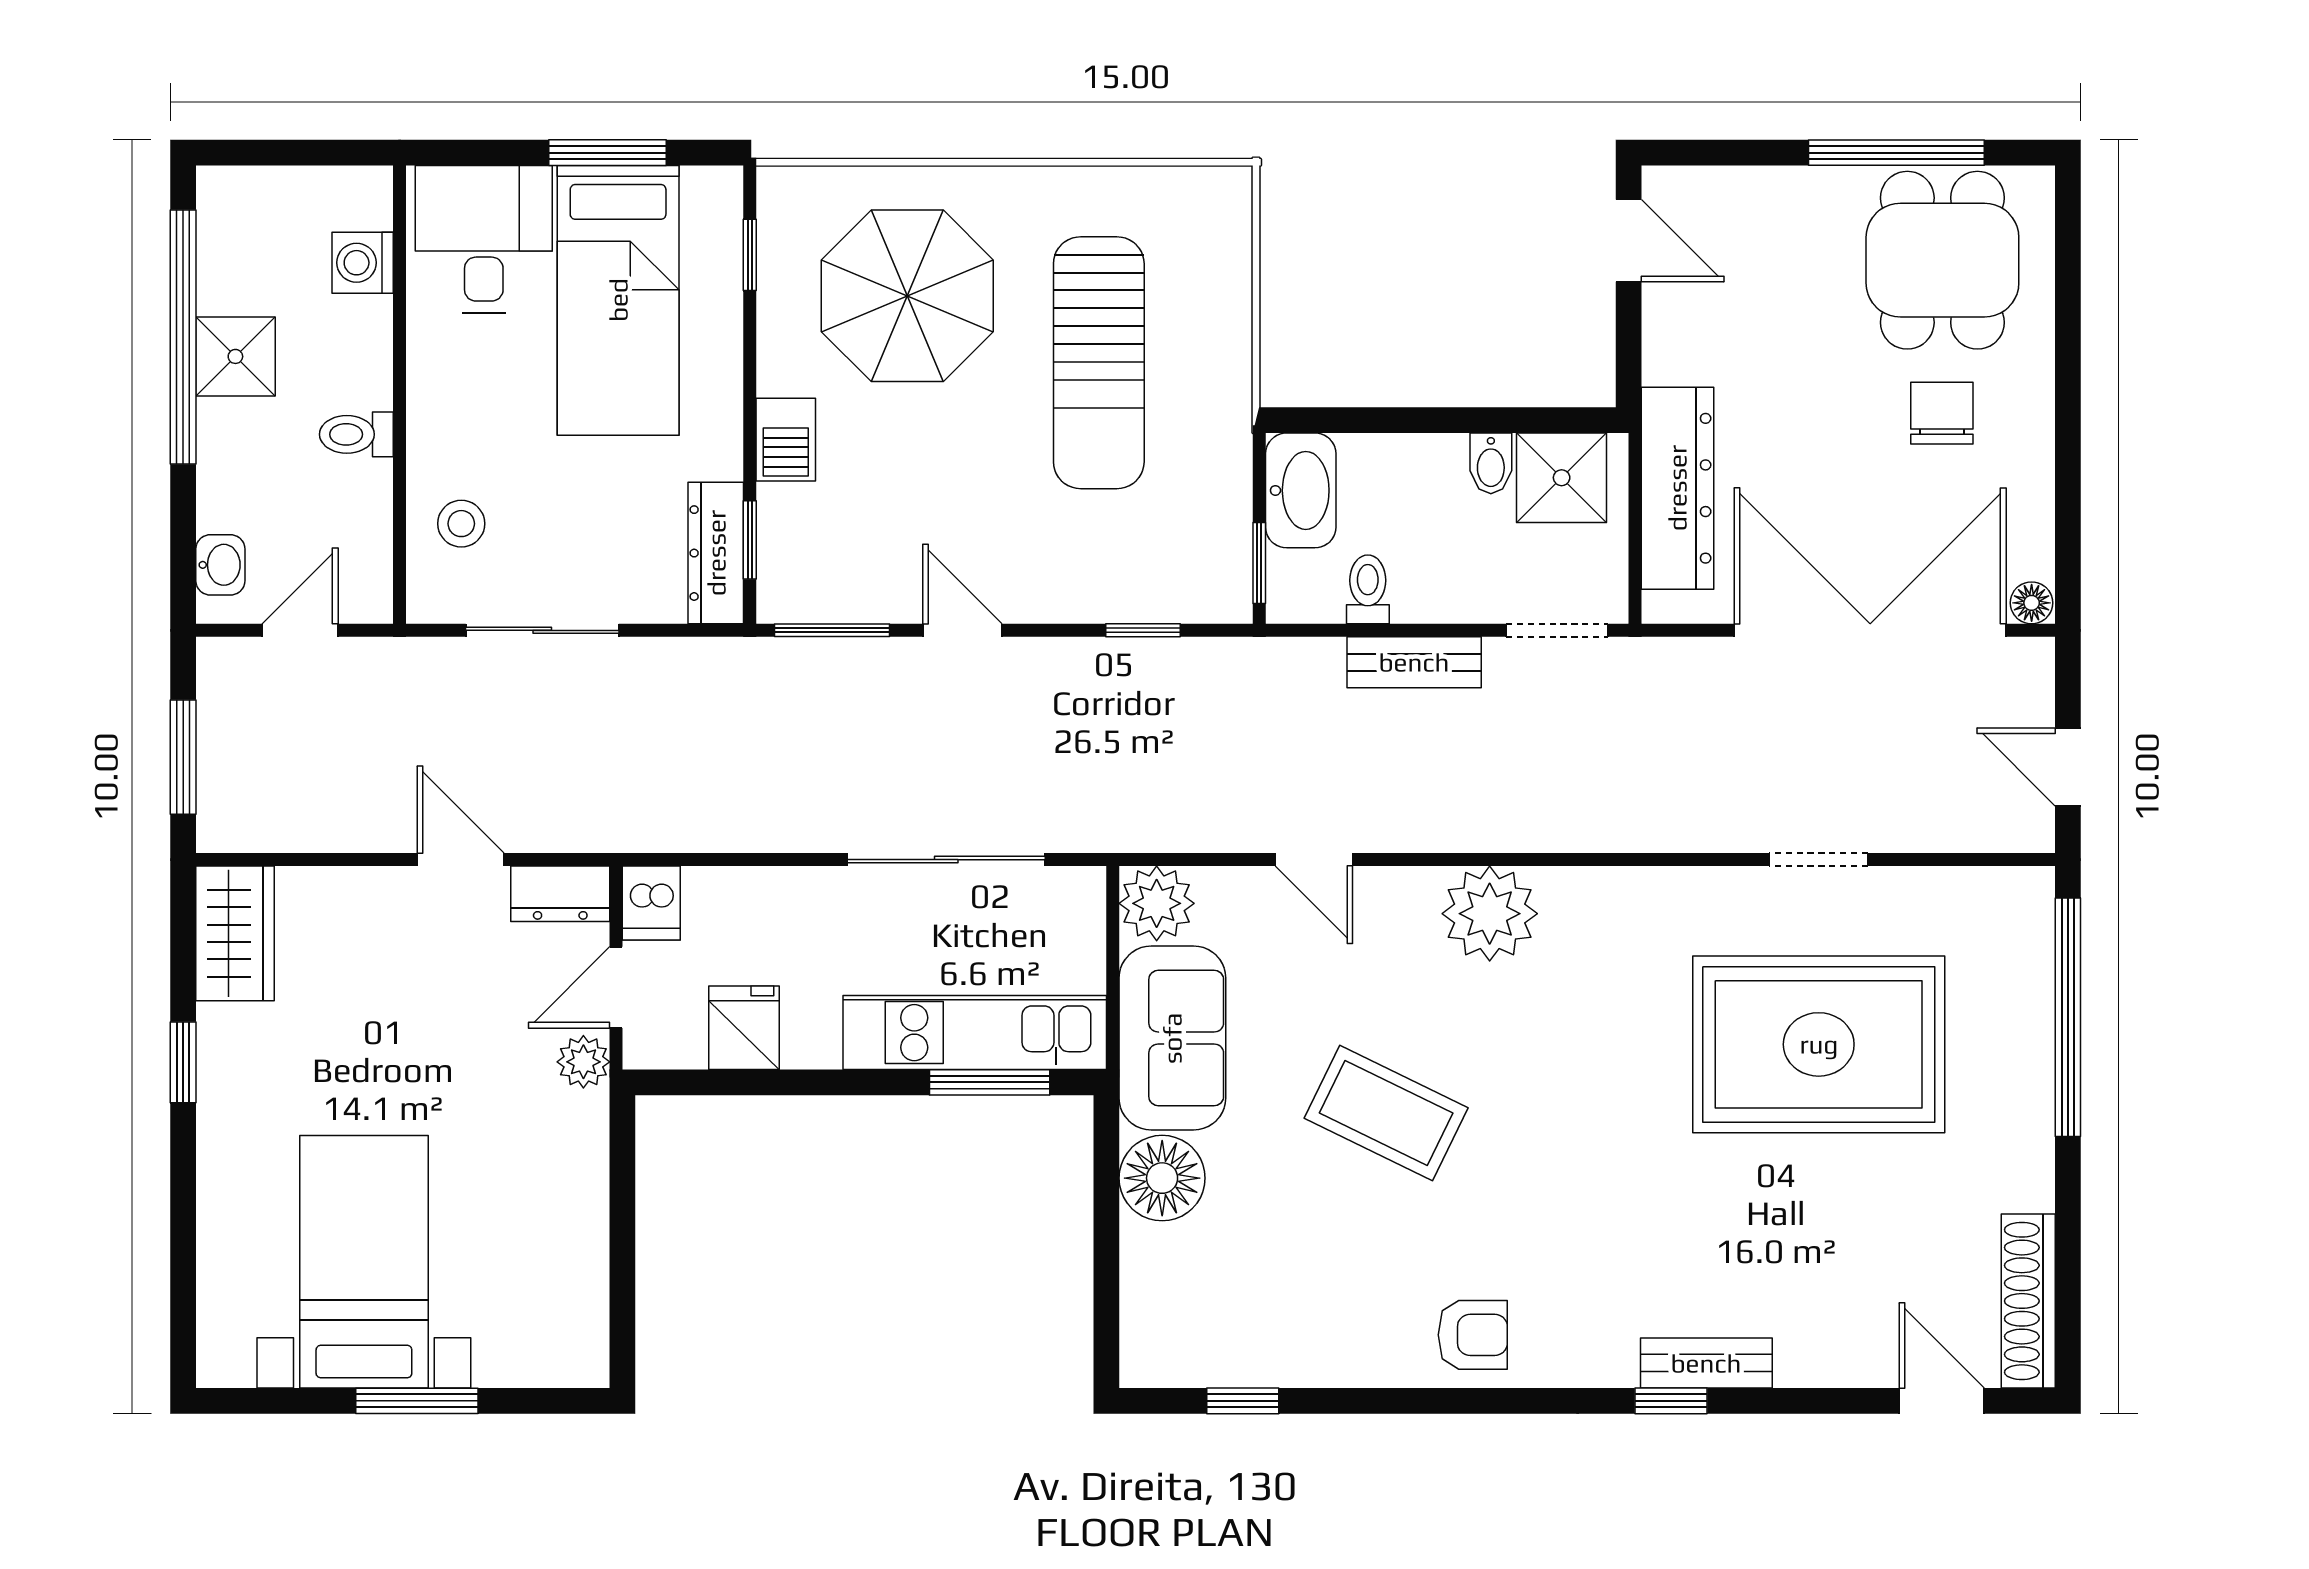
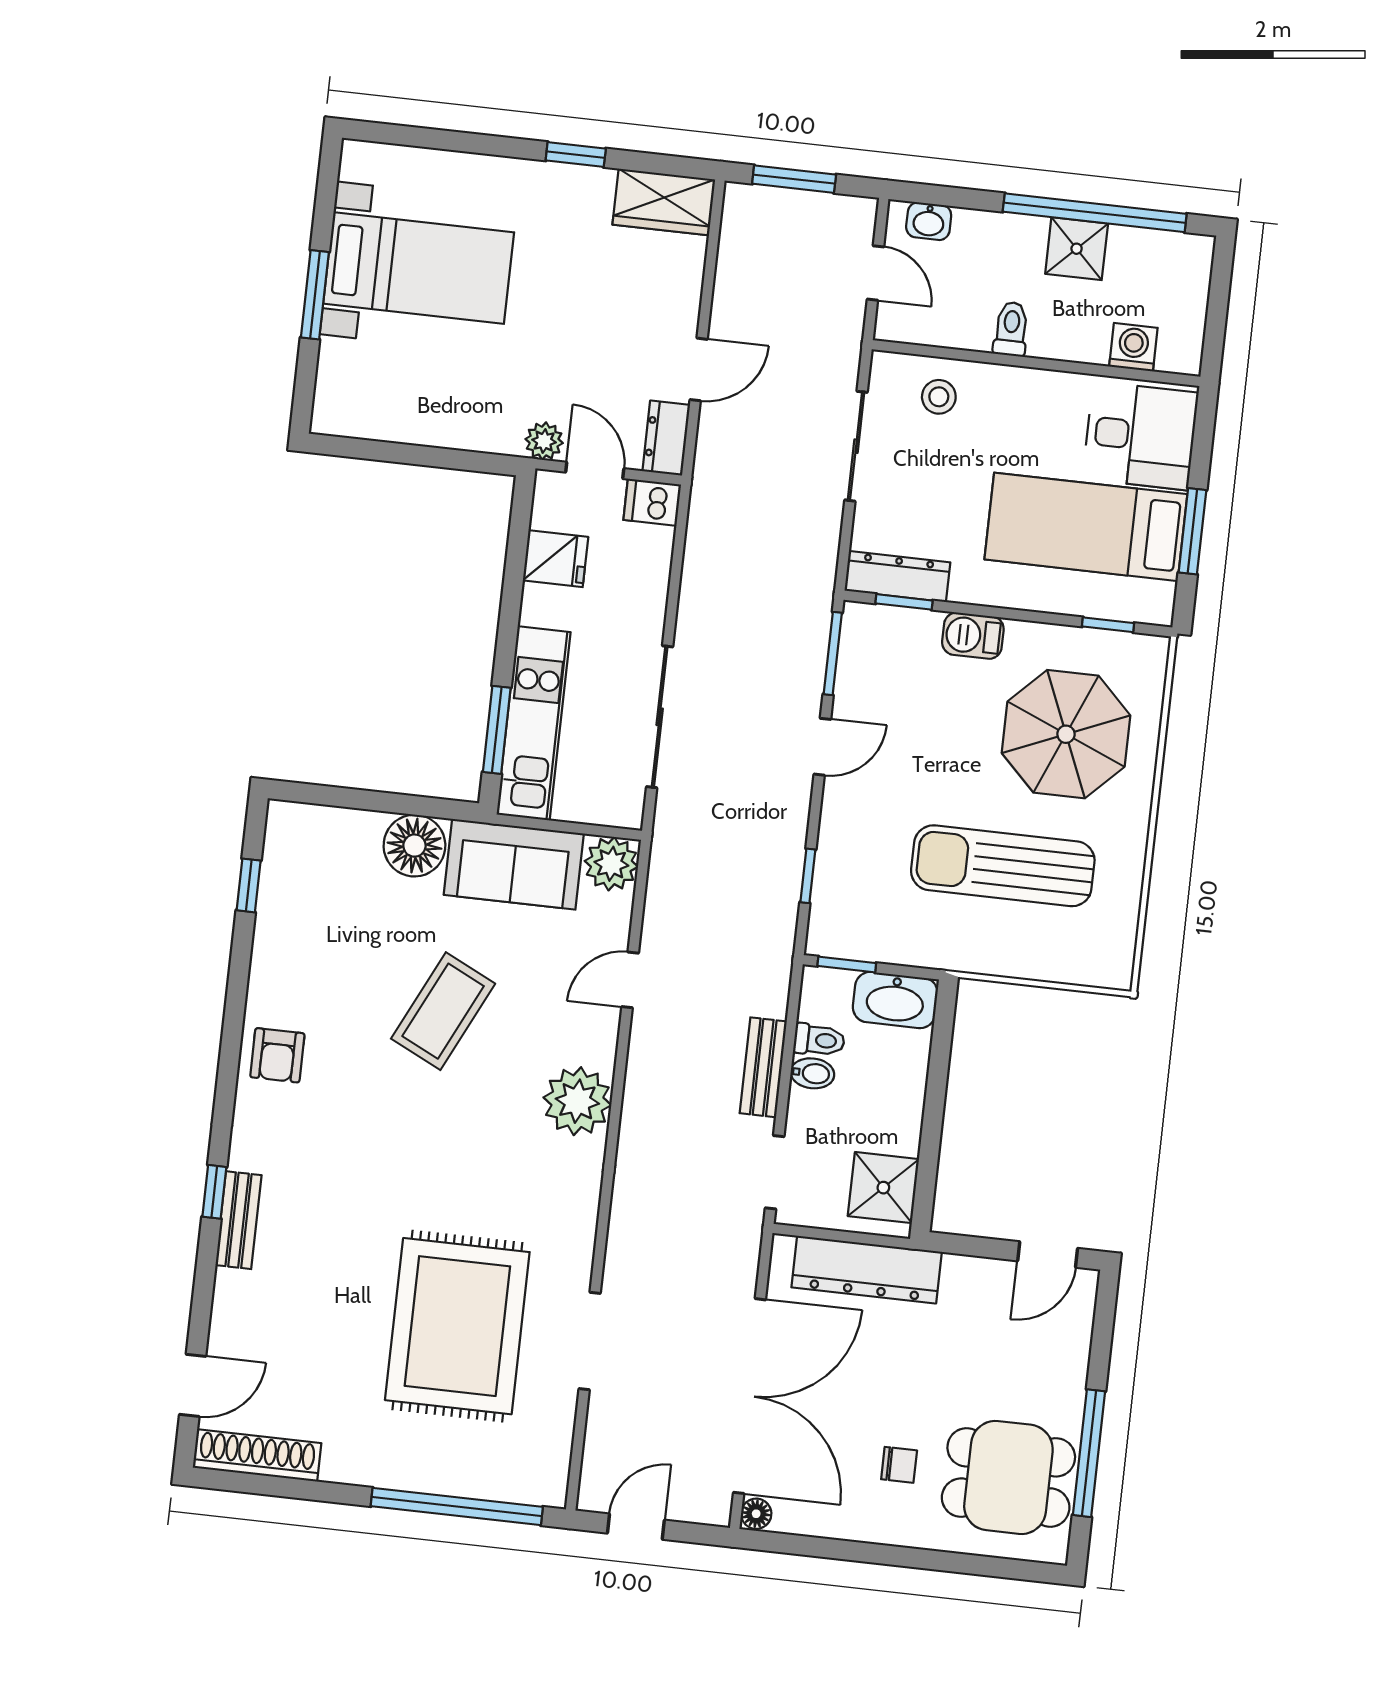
chair: (1942, 413) -> (899, 1465), width x0.73, depth x0.73
bidet: (1491, 463) -> (812, 1073), moved, turned 180
doorway: (1819, 860) -> (590, 1341), width x1.38

